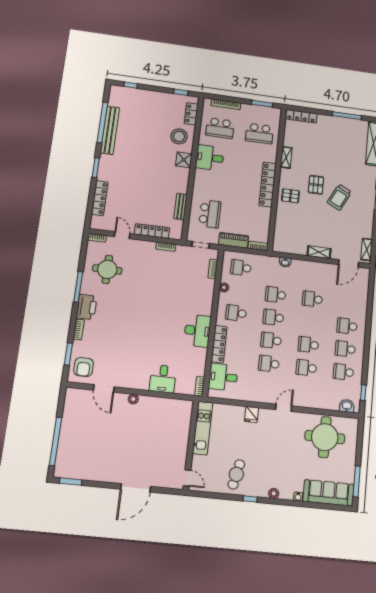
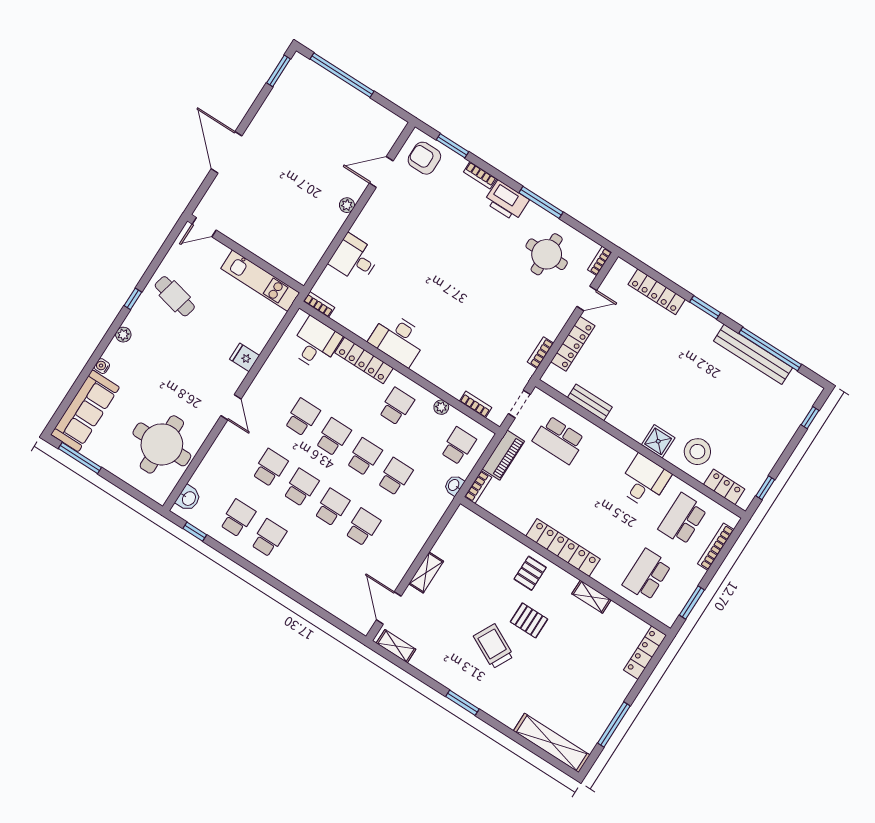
washbasin: (285, 262) -> (454, 485), moved
school desk: (347, 326) -> (332, 507), moved

